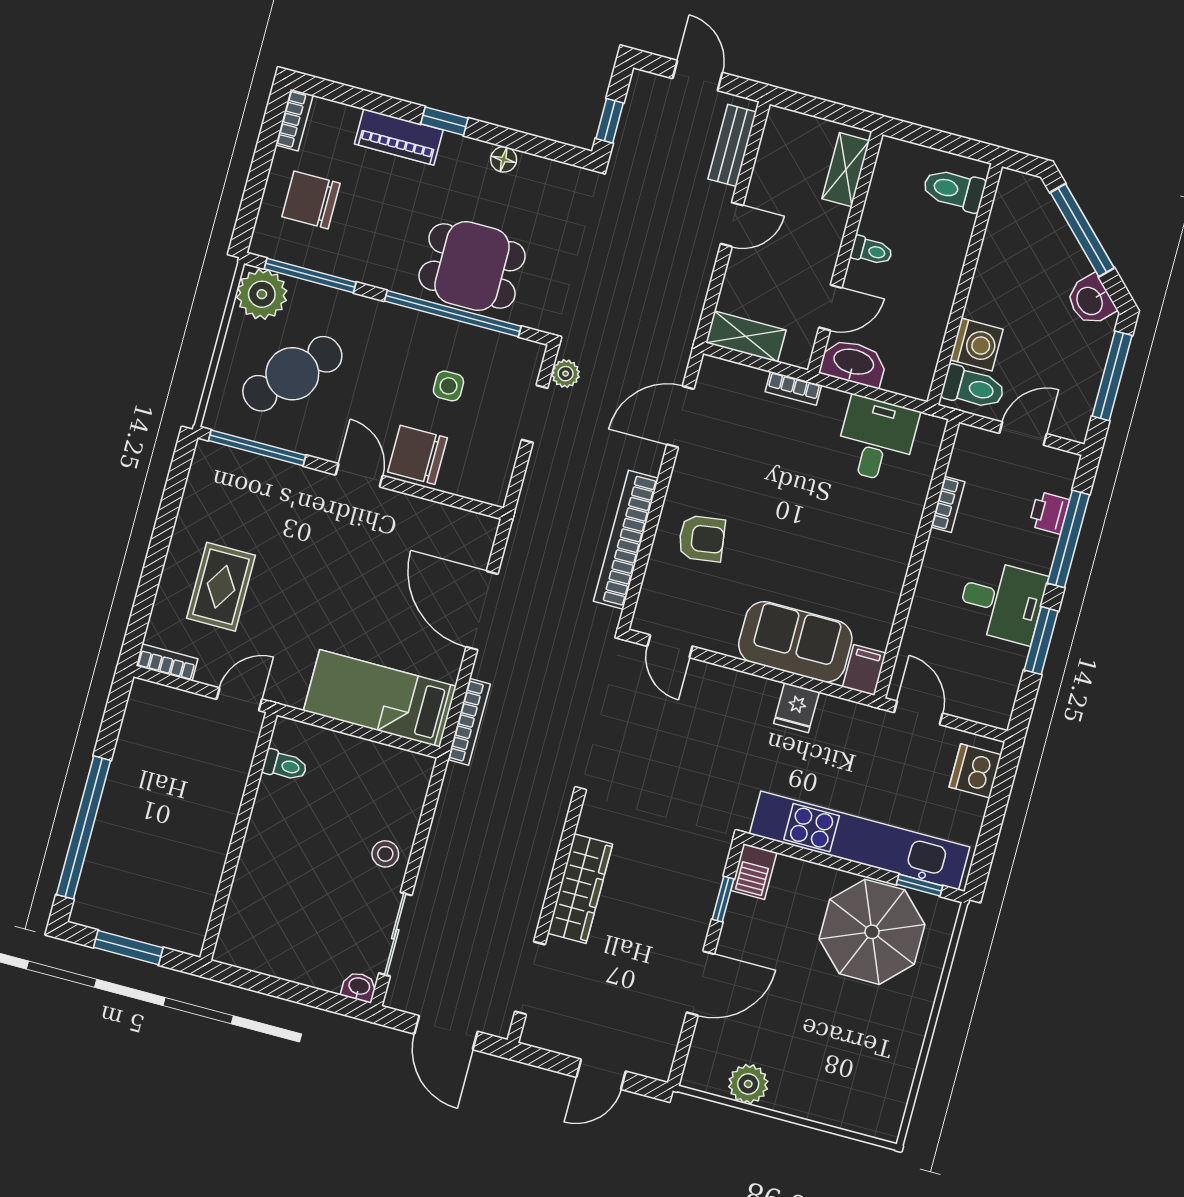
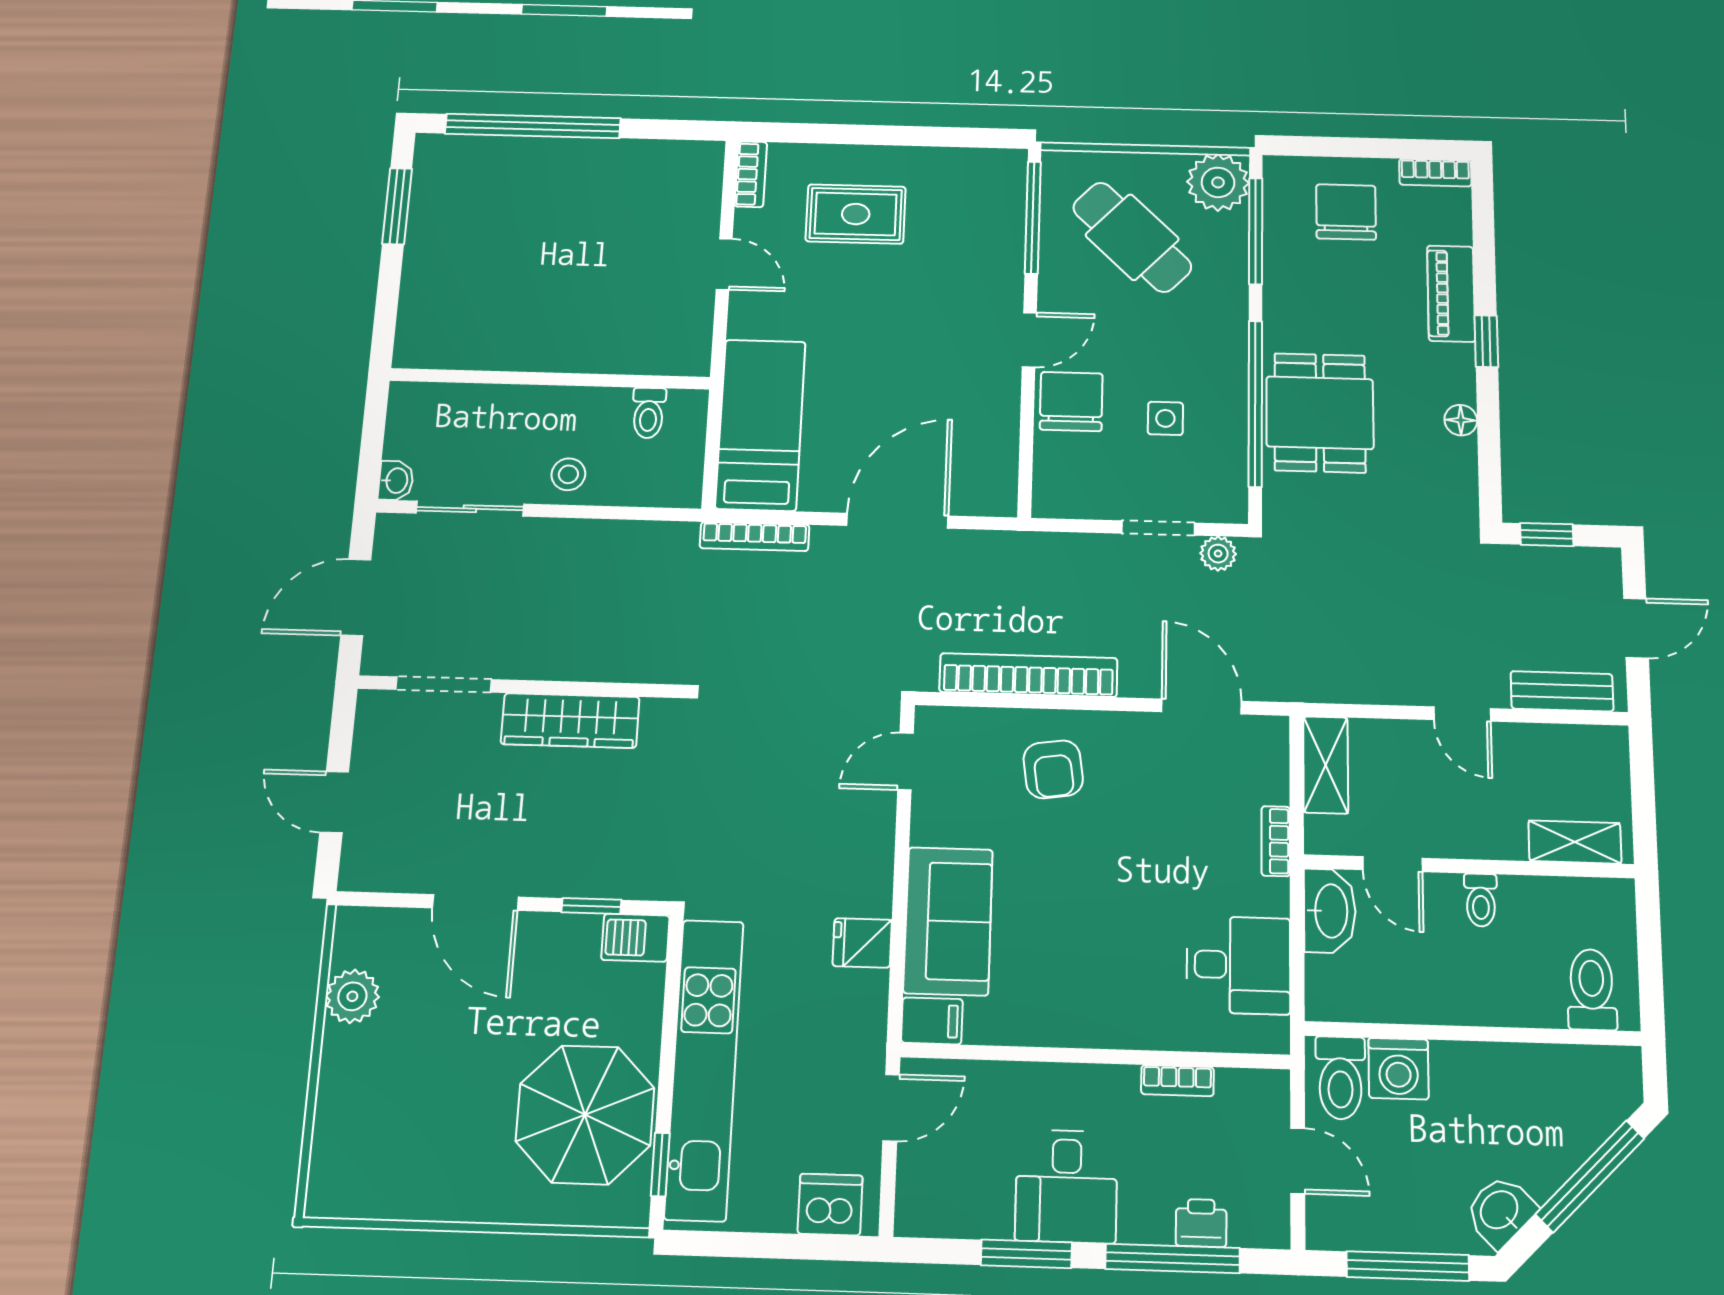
toilet: (285, 765) -> (649, 413), moved
wall: (239, 836) -> (550, 379), moved

